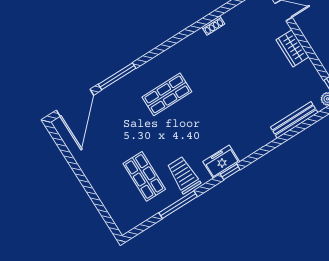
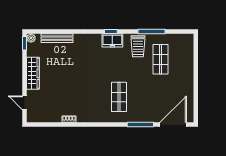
wardrobe: (292, 48) -> (33, 73), width x1.50
shop shelf: (167, 94) -> (119, 97), turned 90

